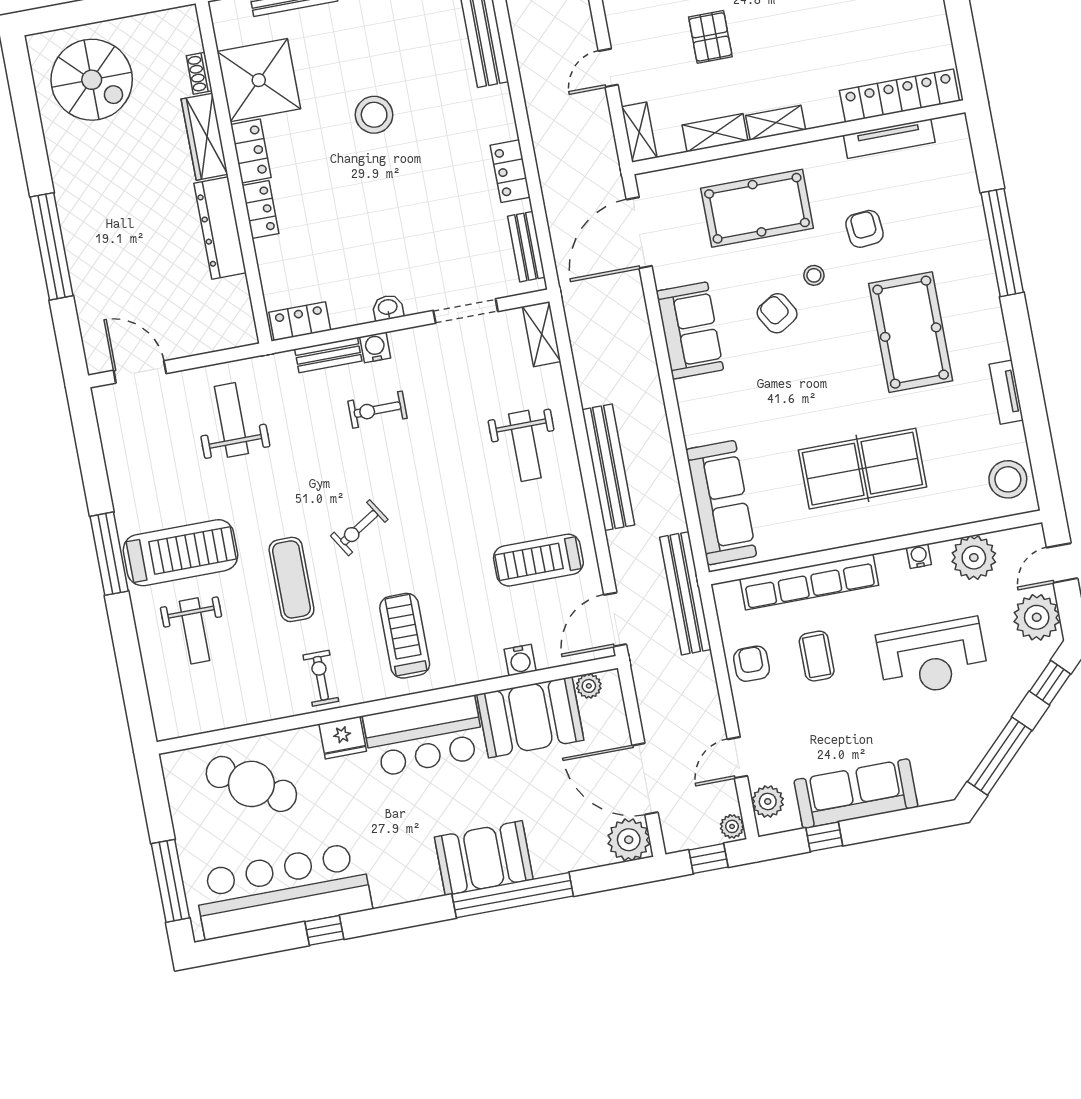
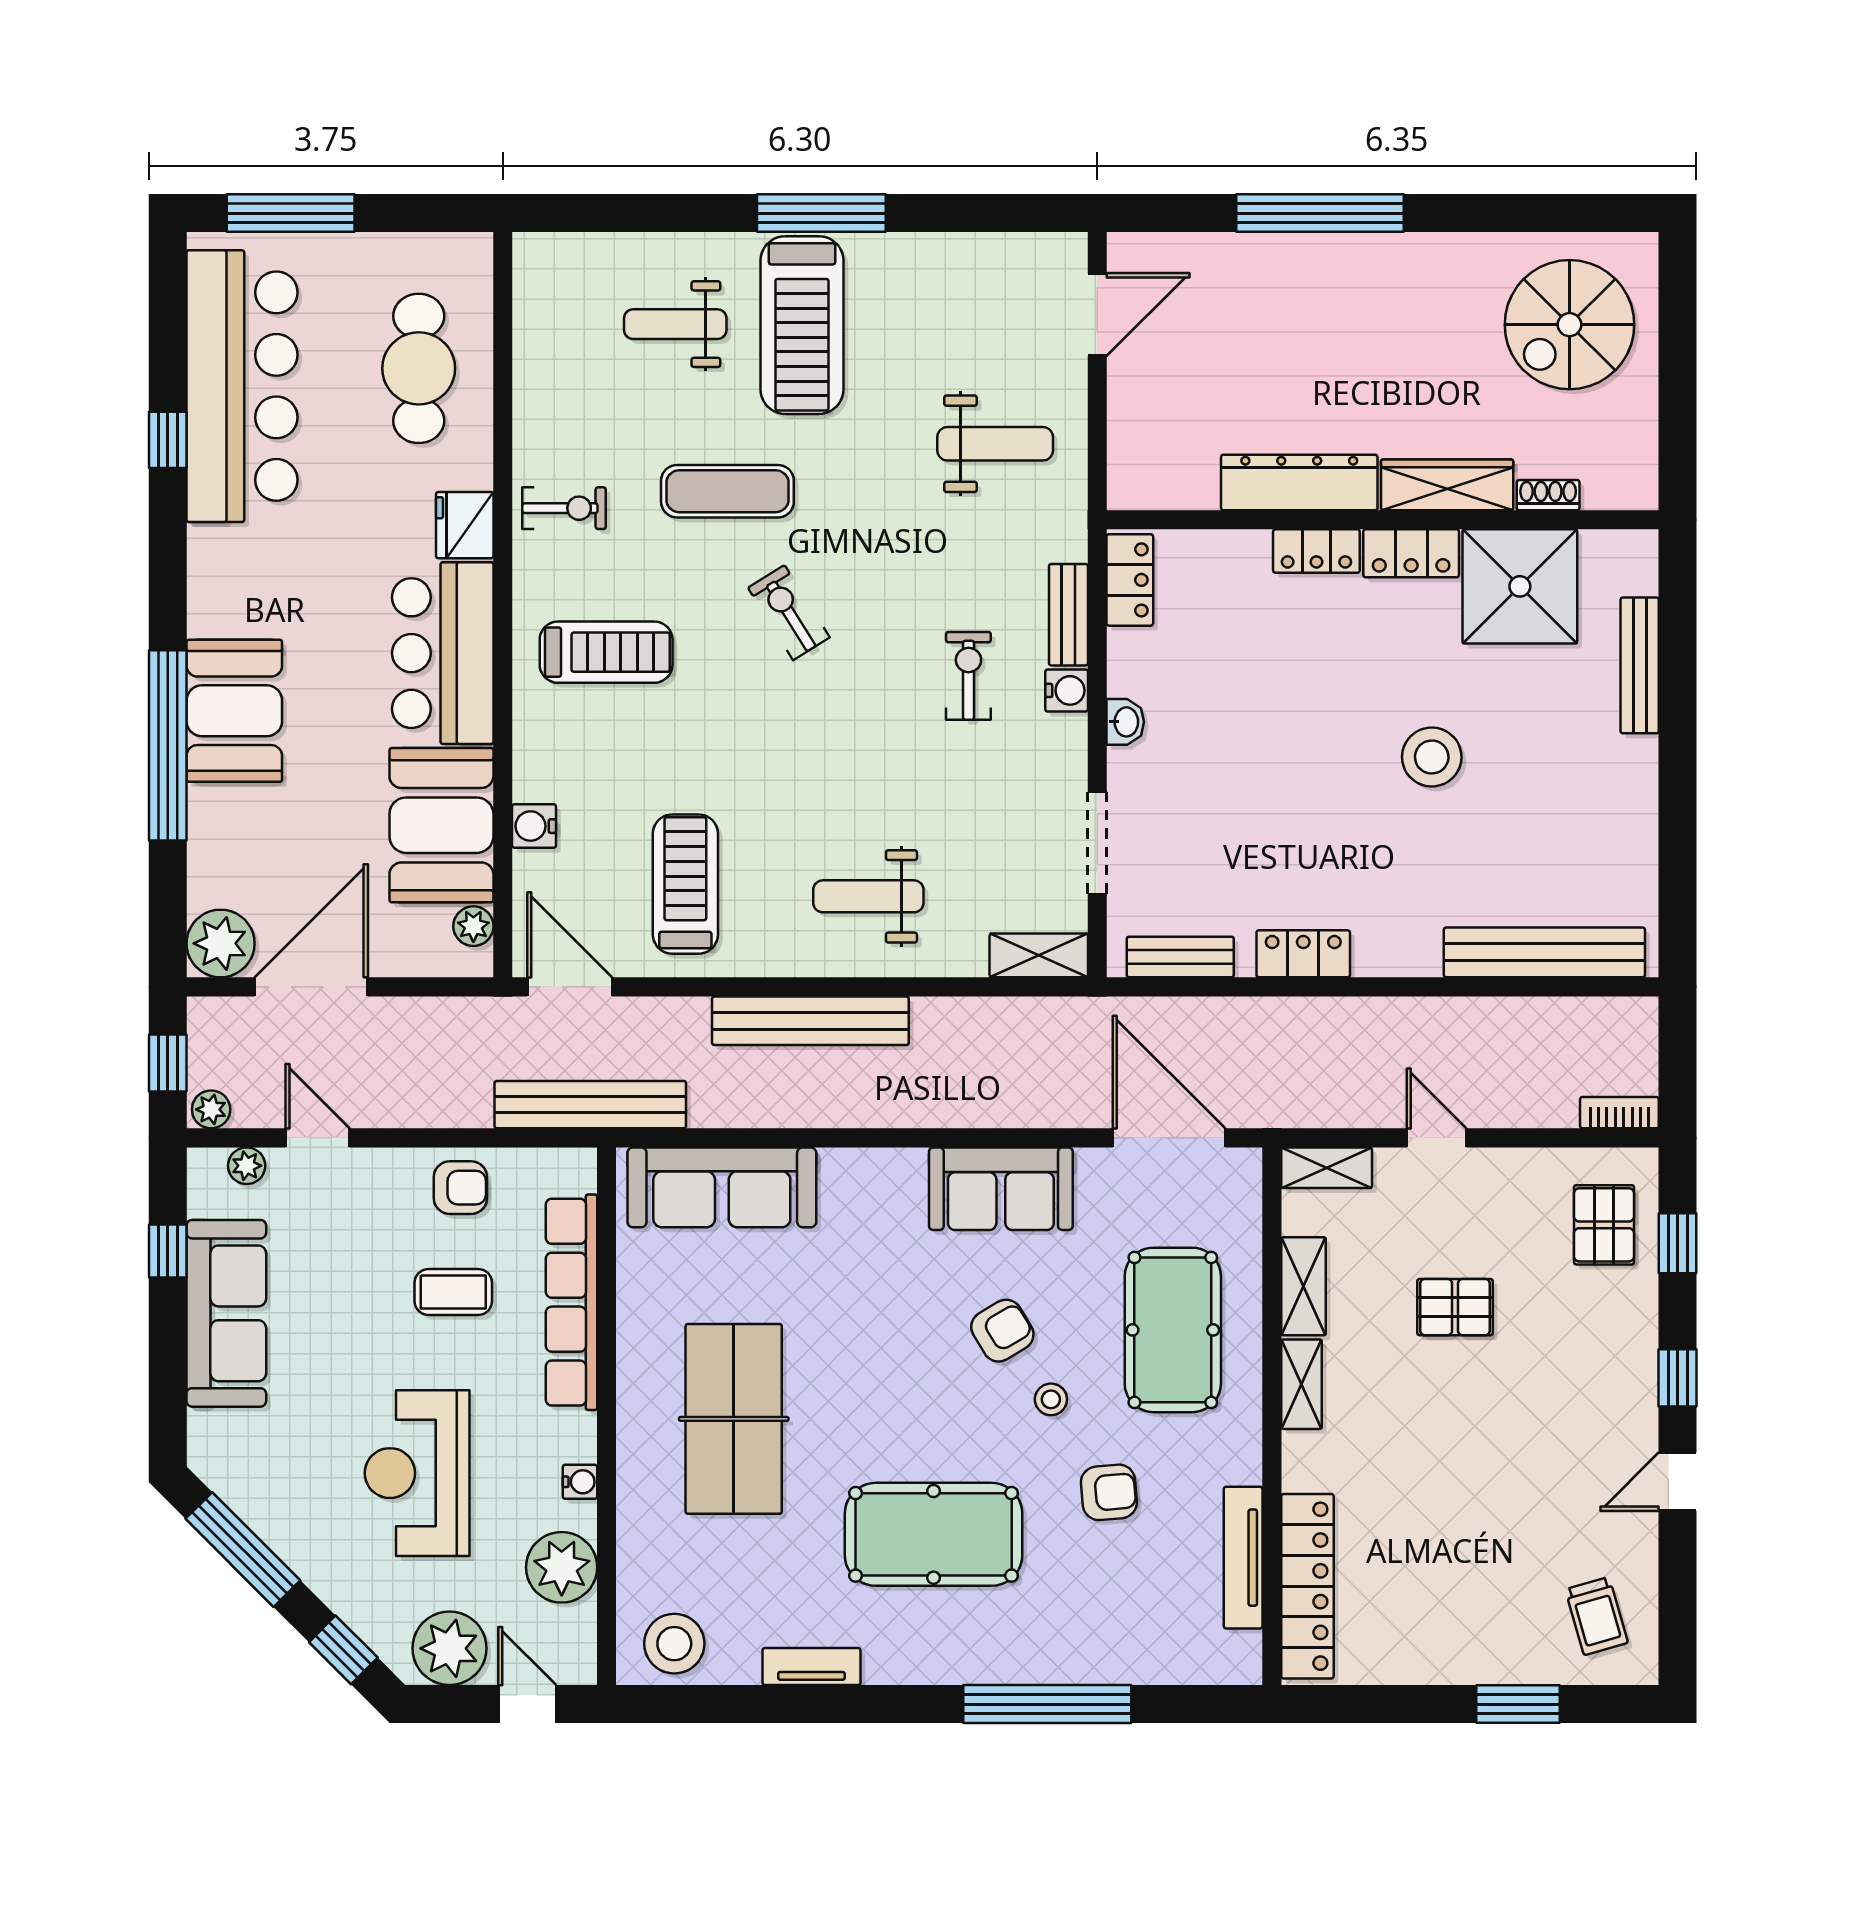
cafe table: (251, 784) -> (419, 368), turned -32
plant: (768, 801) -> (247, 1166), width x0.73, depth x0.73

